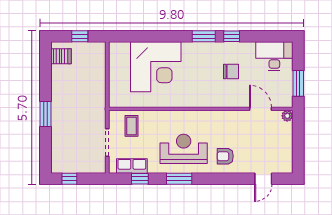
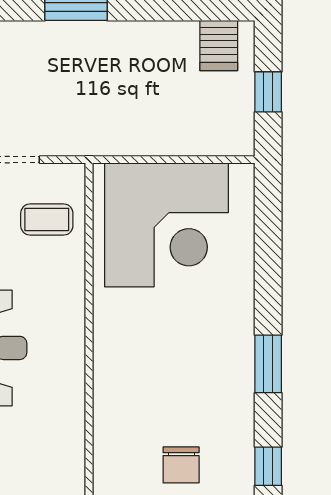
window: (204, 36) -> (268, 364), moved
corner desk: (156, 67) -> (166, 225), moved, turned -90

